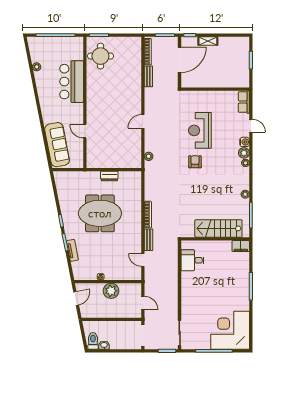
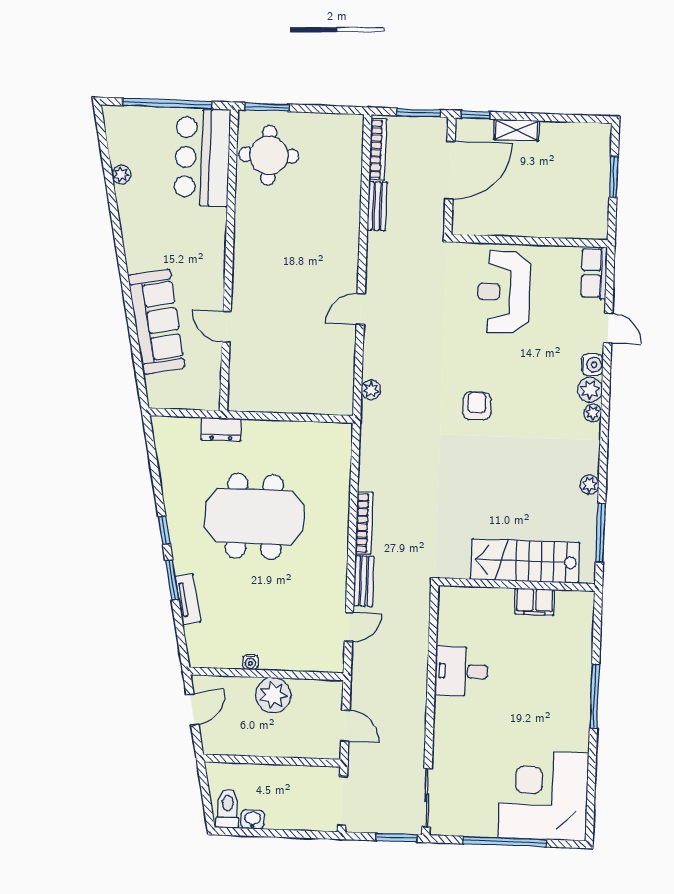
bar counter: (72, 82) -> (202, 157), moved
reception desk: (200, 130) -> (504, 292), moved
sofa: (57, 145) -> (156, 322), moved
dresser: (109, 176) -> (221, 429), moved
filing cabinet: (241, 246) -> (535, 602), moved
door: (143, 260) -> (349, 627), swing flipped
desk: (192, 260) -> (461, 671), moved

